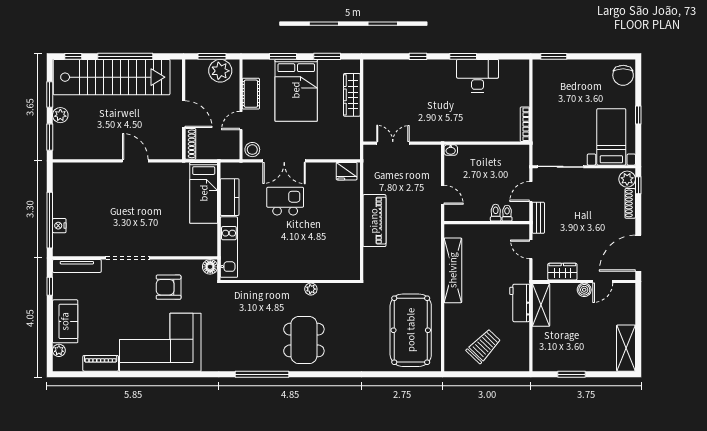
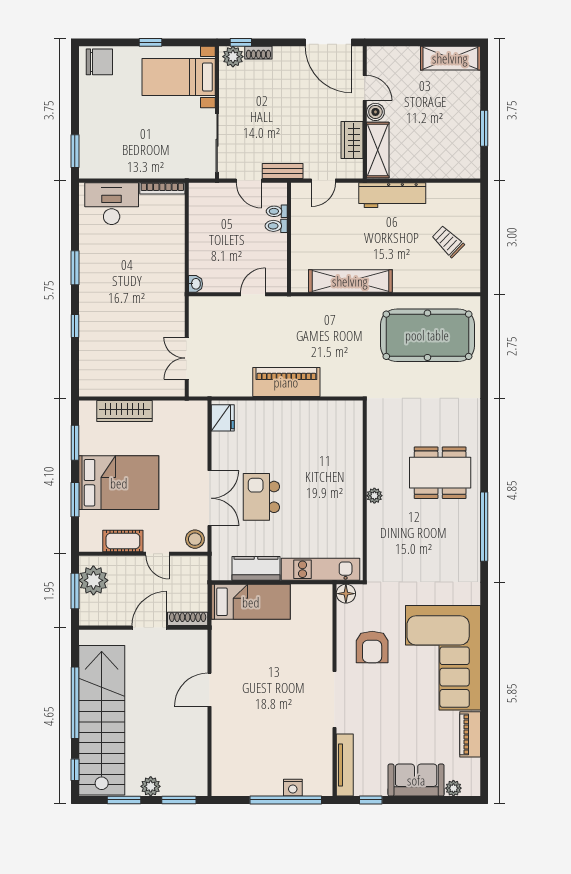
desk: (478, 76) -> (112, 204), moved, turned 90
shoe rack: (630, 203) -> (258, 53), width x0.70
plant: (311, 289) -> (374, 496), moved
workbench: (520, 303) -> (392, 195), width x1.38
shelving: (541, 305) -> (378, 150), moved, turned 90
trolley: (484, 346) -> (448, 241), width x0.73, depth x0.72

